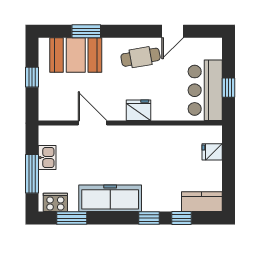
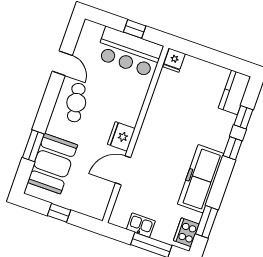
fridge: (139, 110) -> (121, 136), moved
fridge: (212, 152) -> (174, 60), moved

